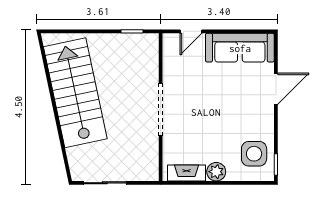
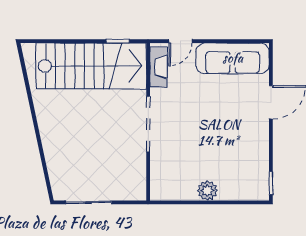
stairs: (75, 93) -> (91, 66), moved, turned 102
side table: (254, 154) -> (248, 171), removed
fireplace: (187, 173) -> (159, 67), moved, turned 90

